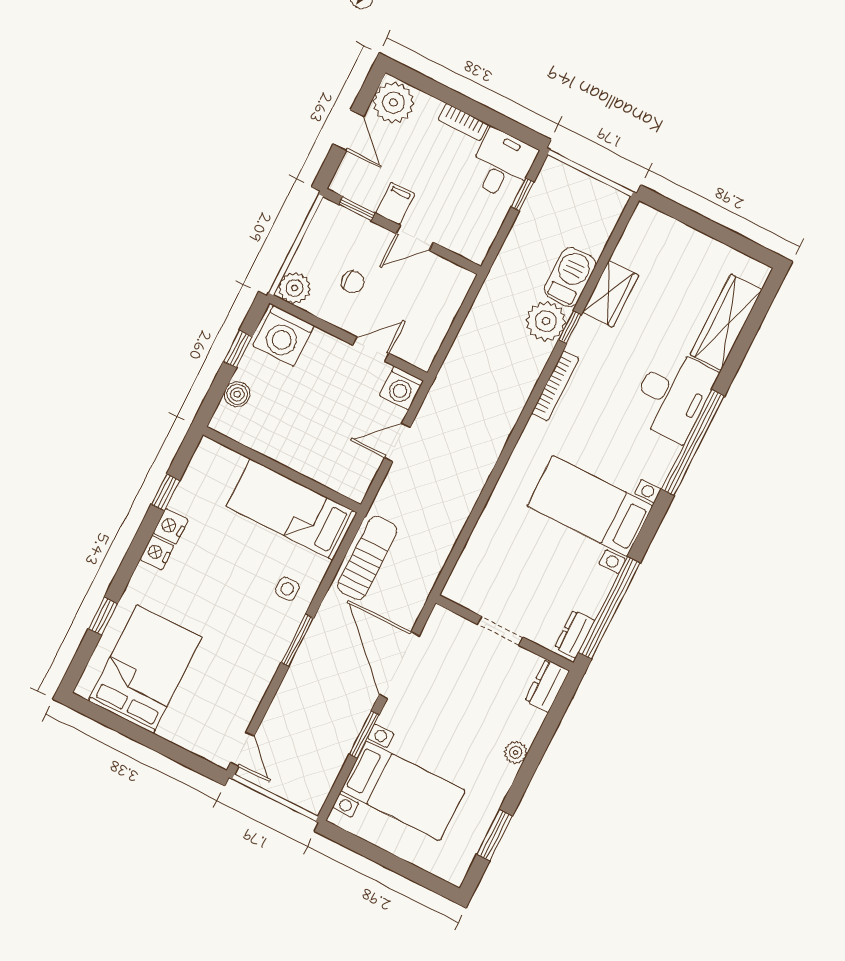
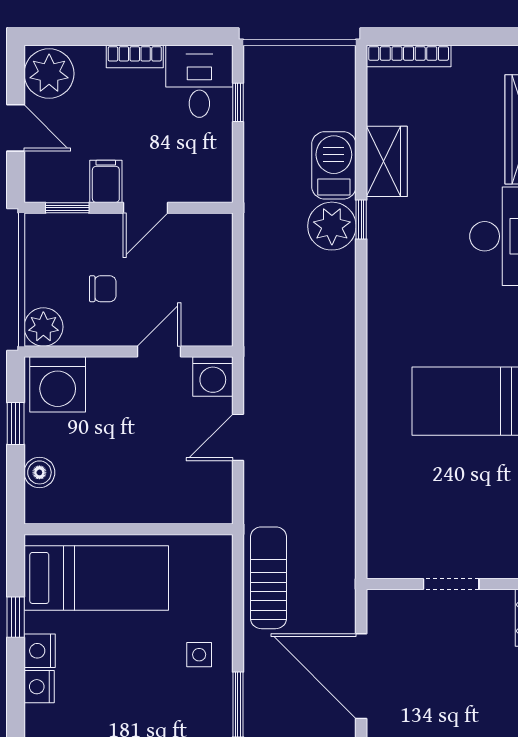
bookcase: (555, 386) -> (409, 56), moved, turned 90
bed: (292, 509) -> (96, 578), moved, turned 180

